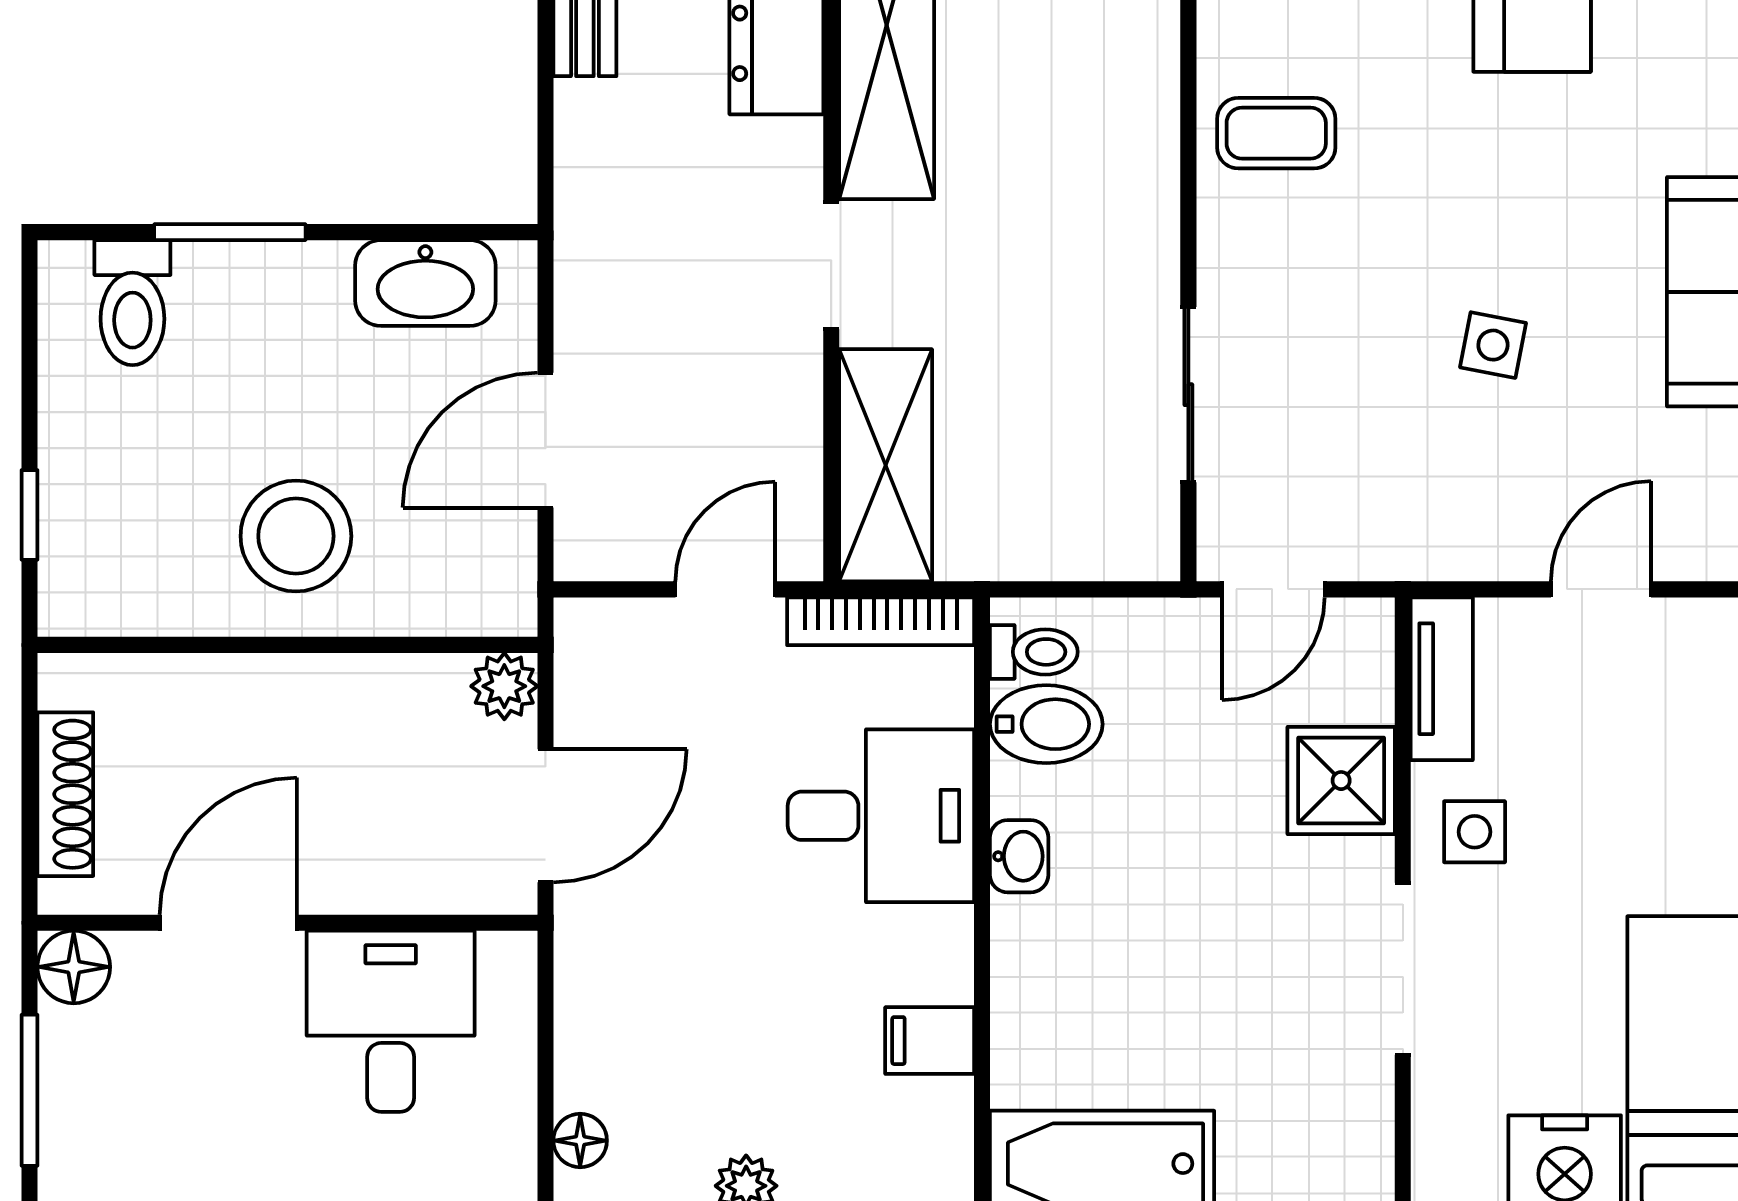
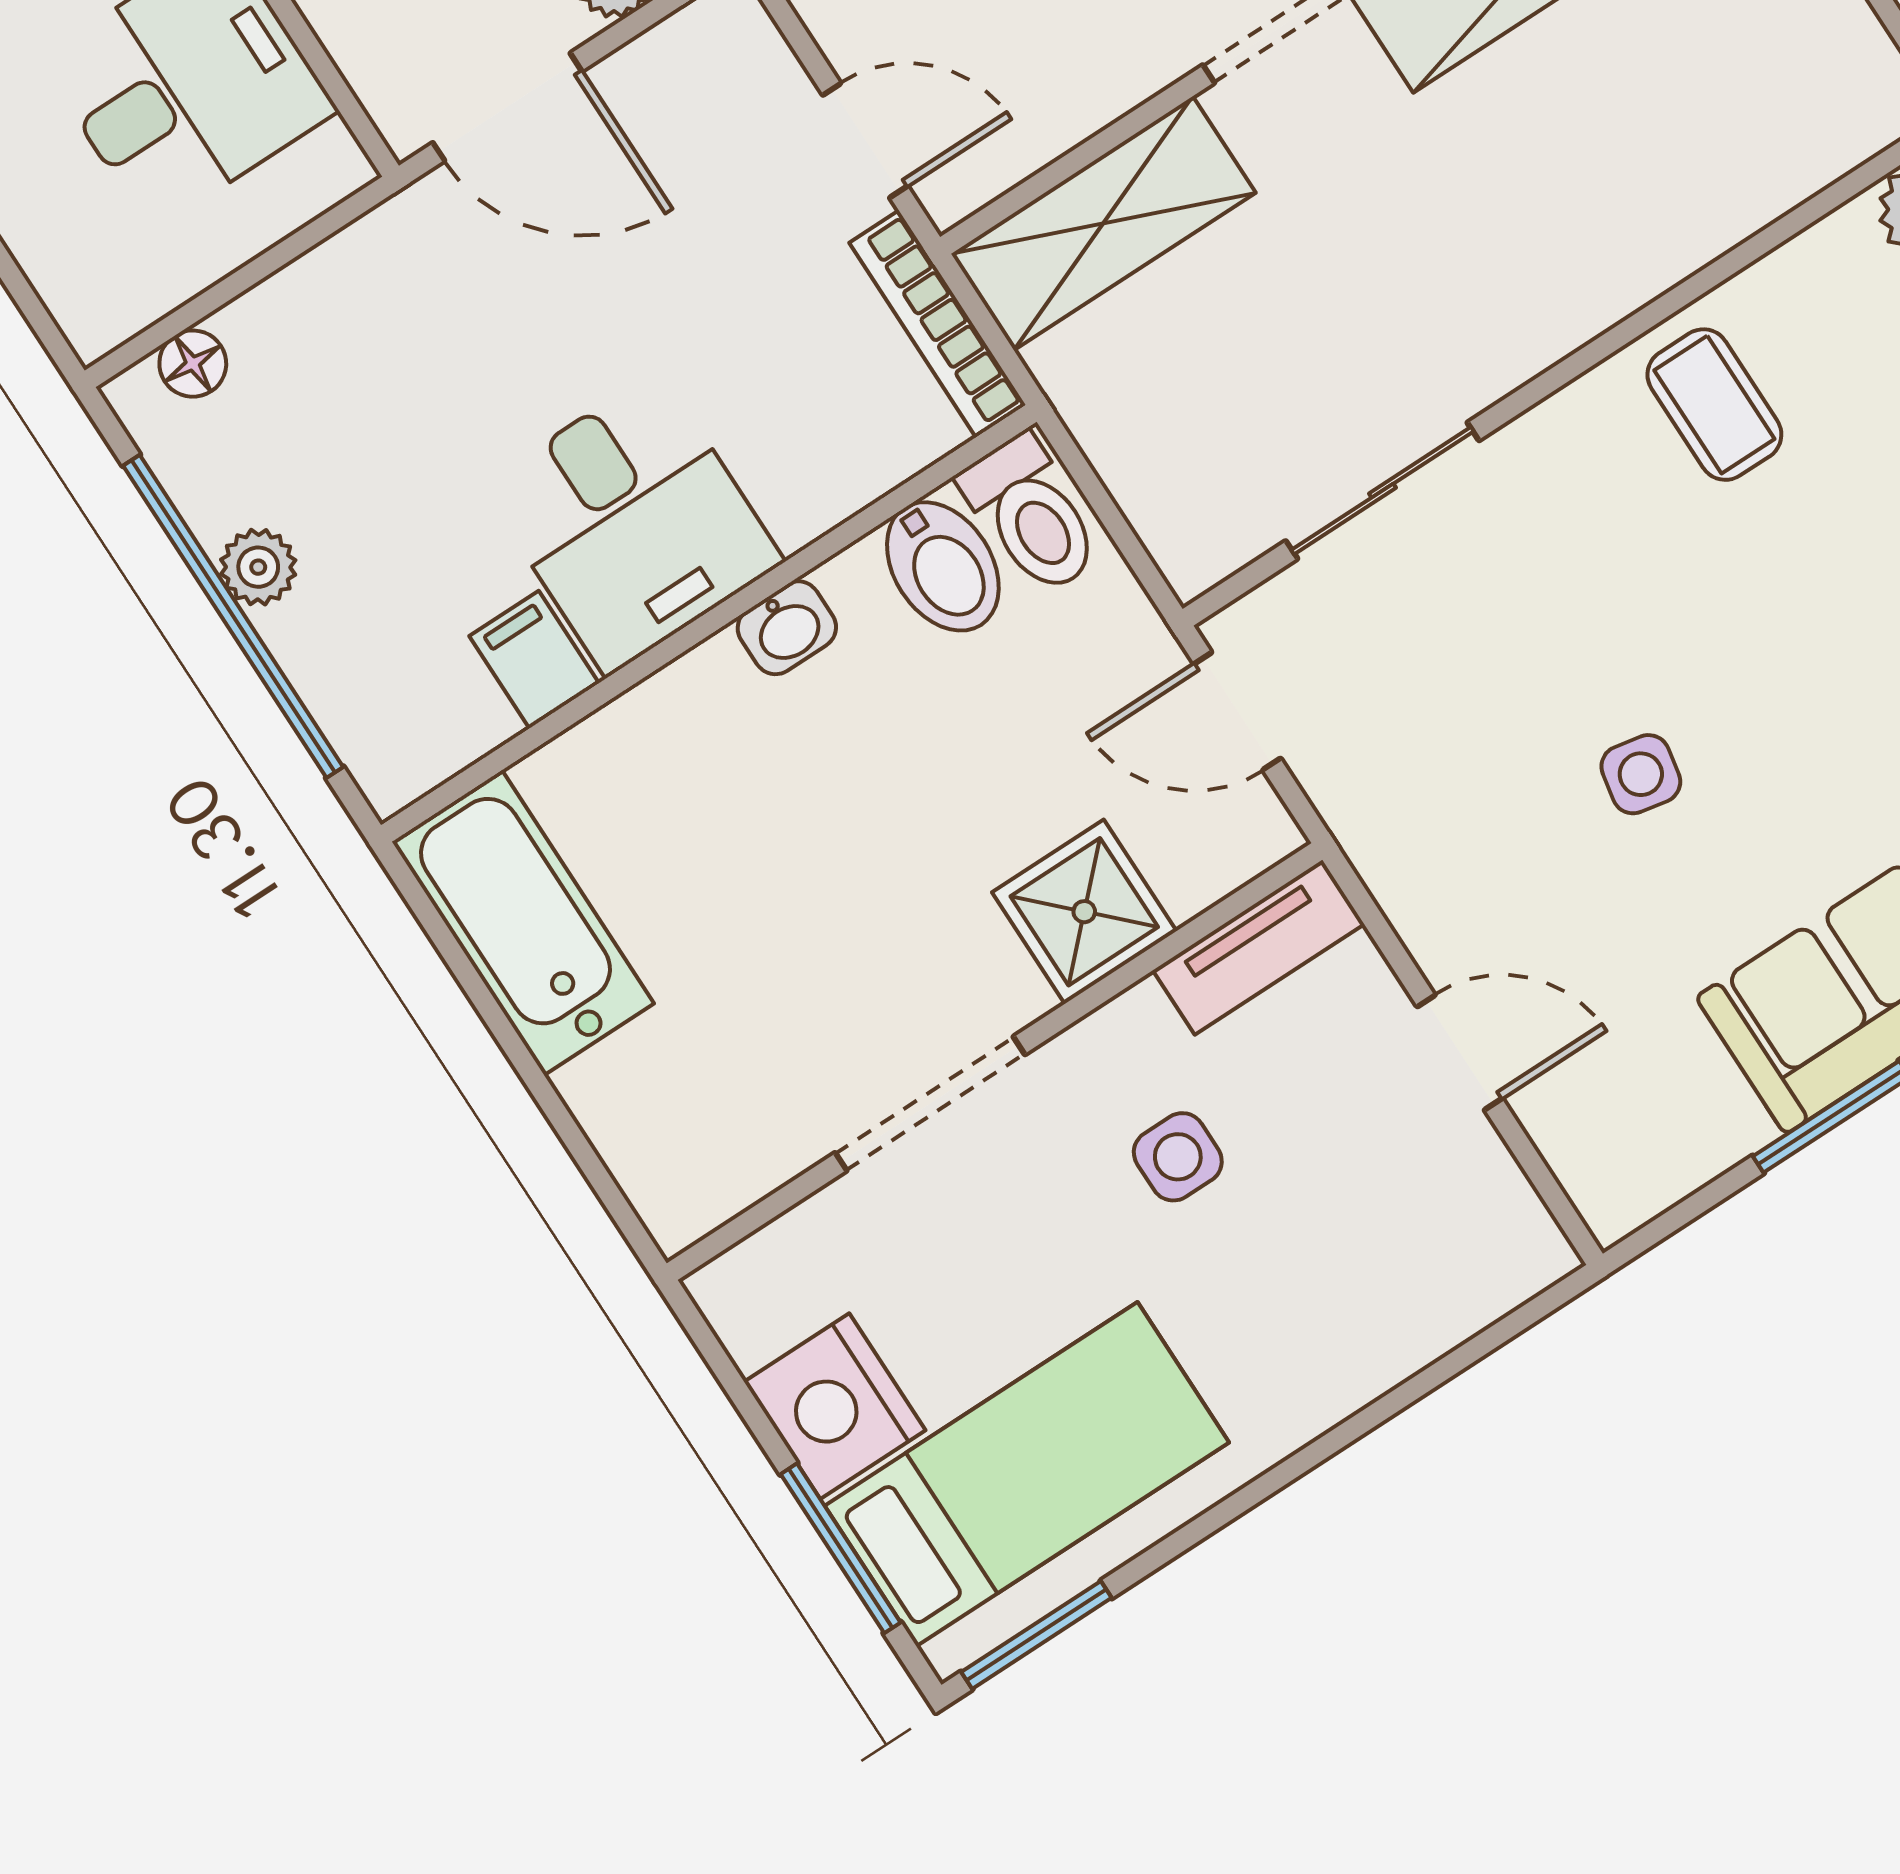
toilet: (1034, 652) -> (1031, 515), width x1.37, depth x1.39
desk: (881, 816) -> (632, 523), moved
side table: (1475, 832) -> (1178, 1157), moved

